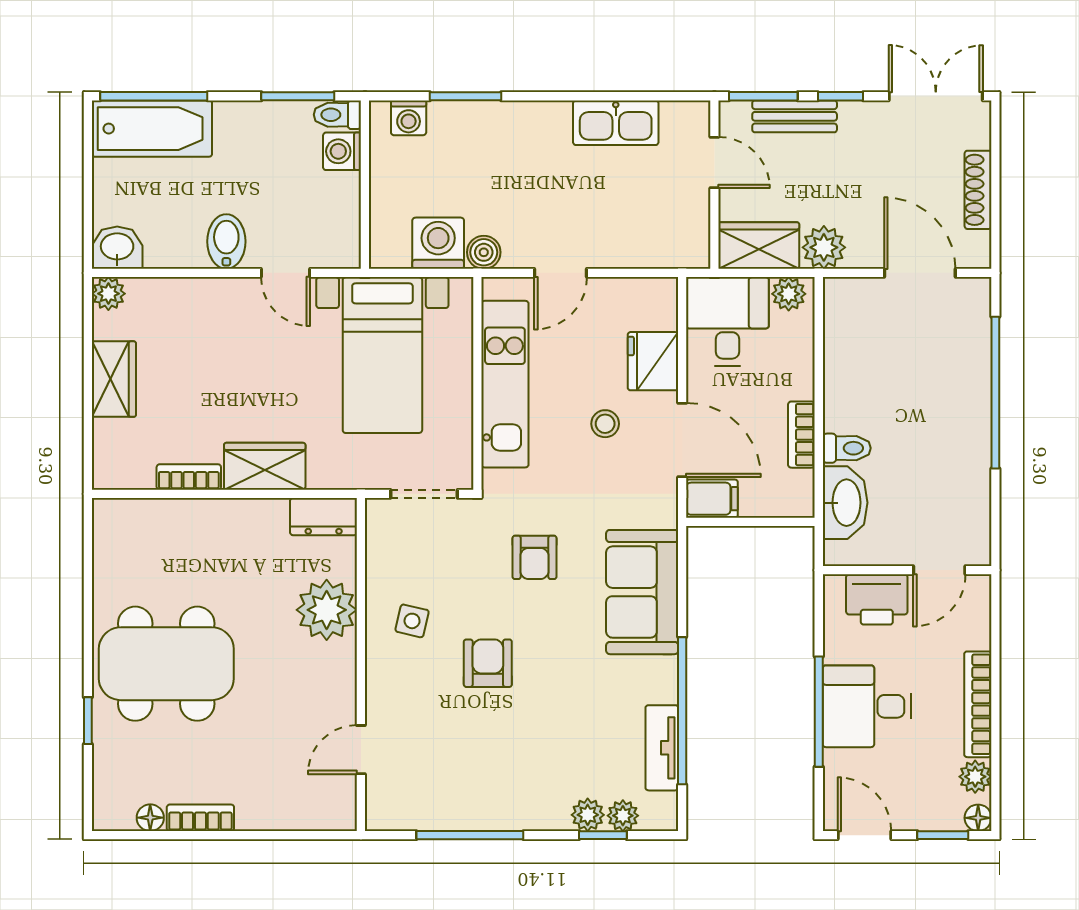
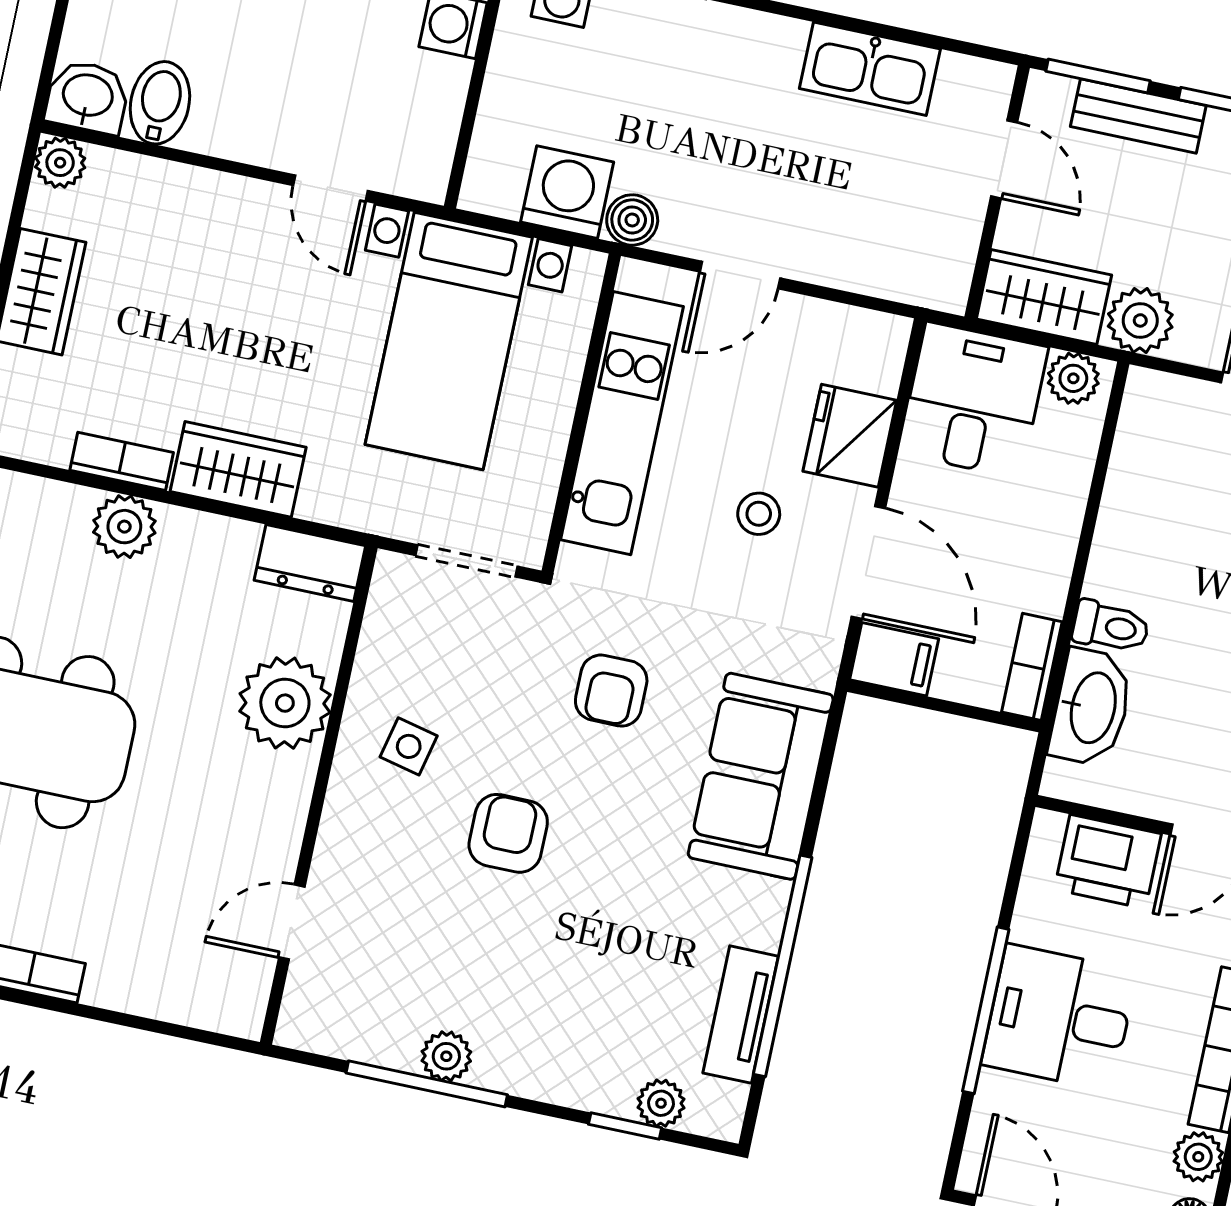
bidet: (226, 241) -> (160, 103), moved
bookcase: (801, 435) -> (1032, 667), moved
plant: (199, 519) -> (124, 527), added
plant: (588, 815) -> (446, 1056), moved

